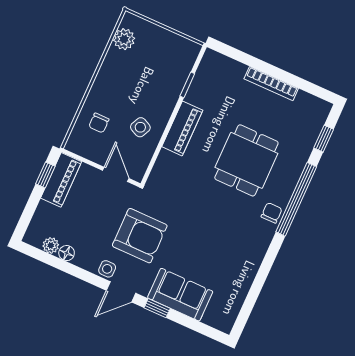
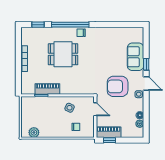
piano: (182, 128) -> (47, 89), moved
door: (116, 174) -> (95, 109), swing flipped
armchair: (140, 236) -> (118, 86), turned -90

